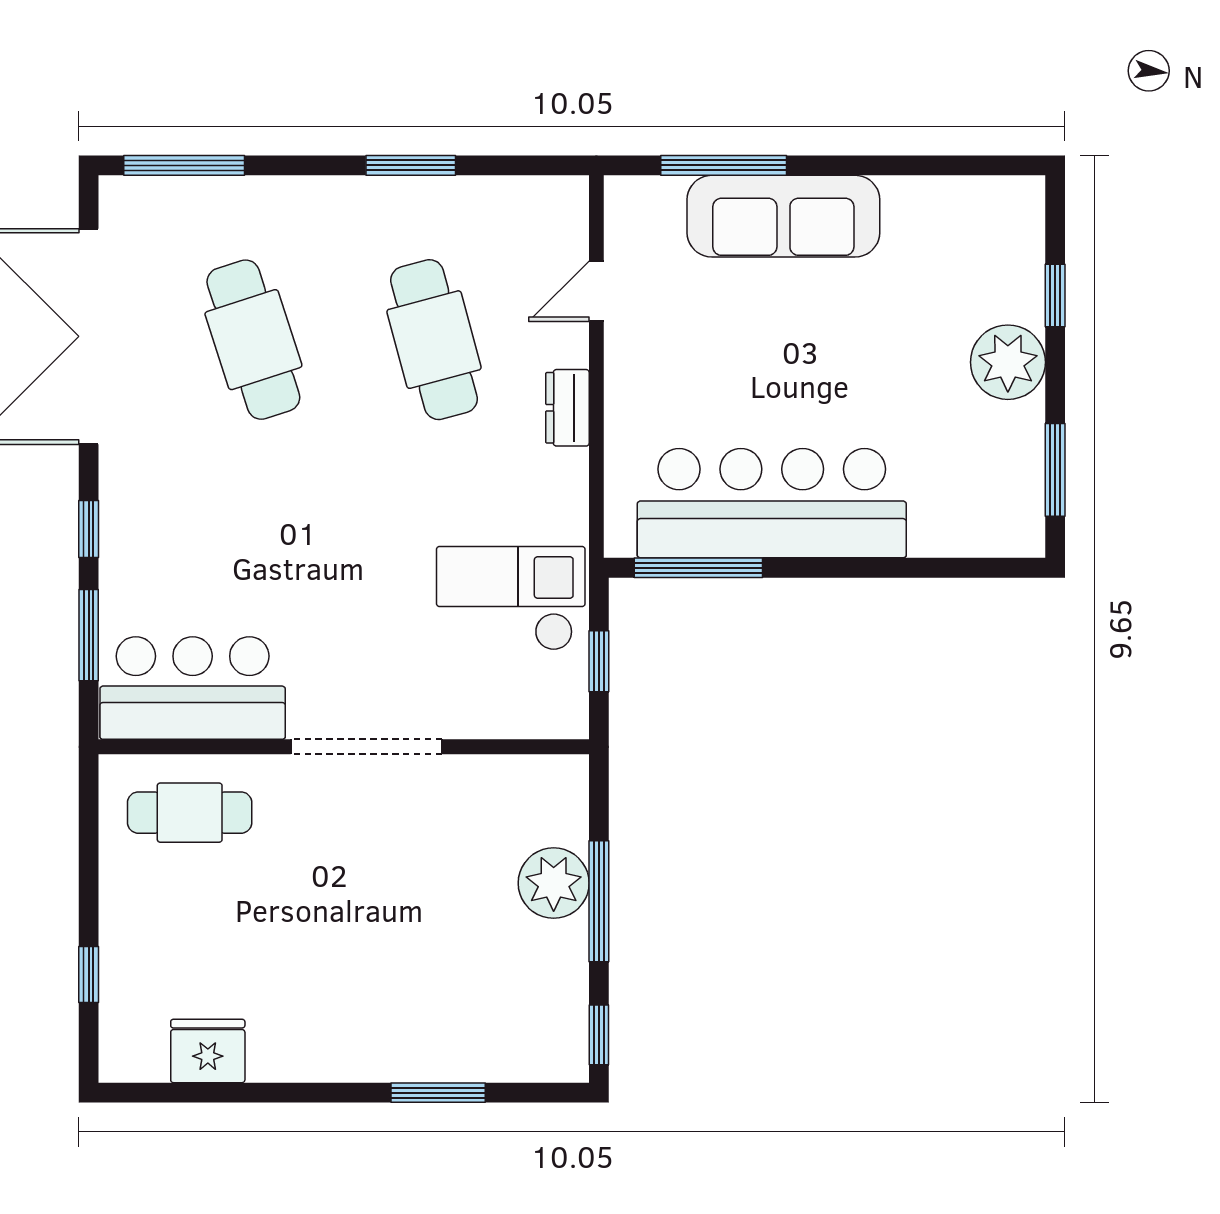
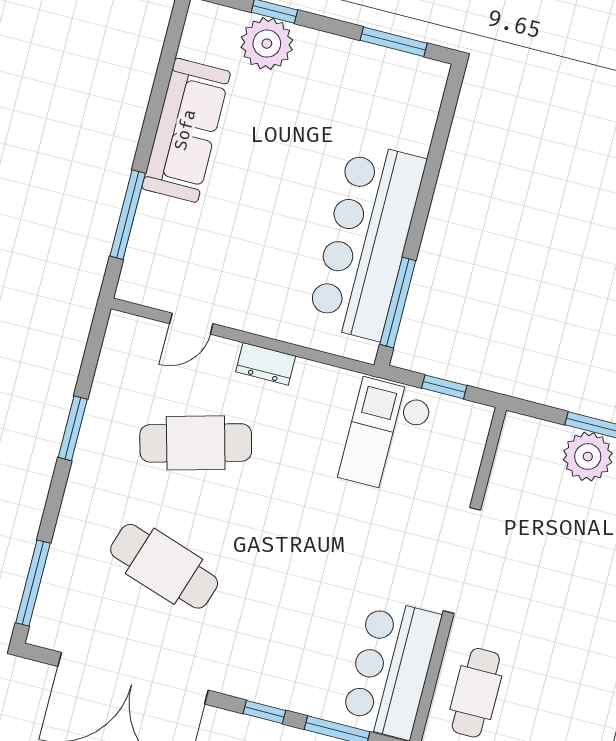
sofa: (783, 216) -> (186, 130), moved
door: (596, 291) -> (191, 324), hinge flipped
cafe table: (253, 340) -> (164, 566), turned 36
plant: (1008, 362) -> (267, 44), moved

